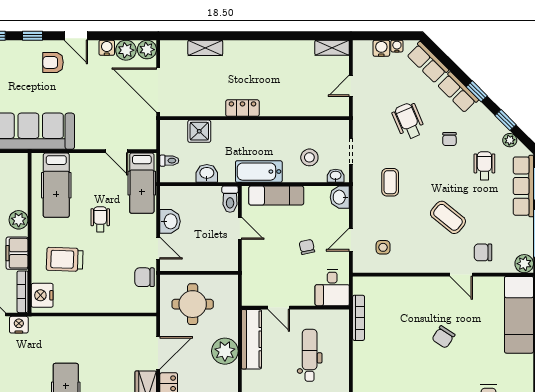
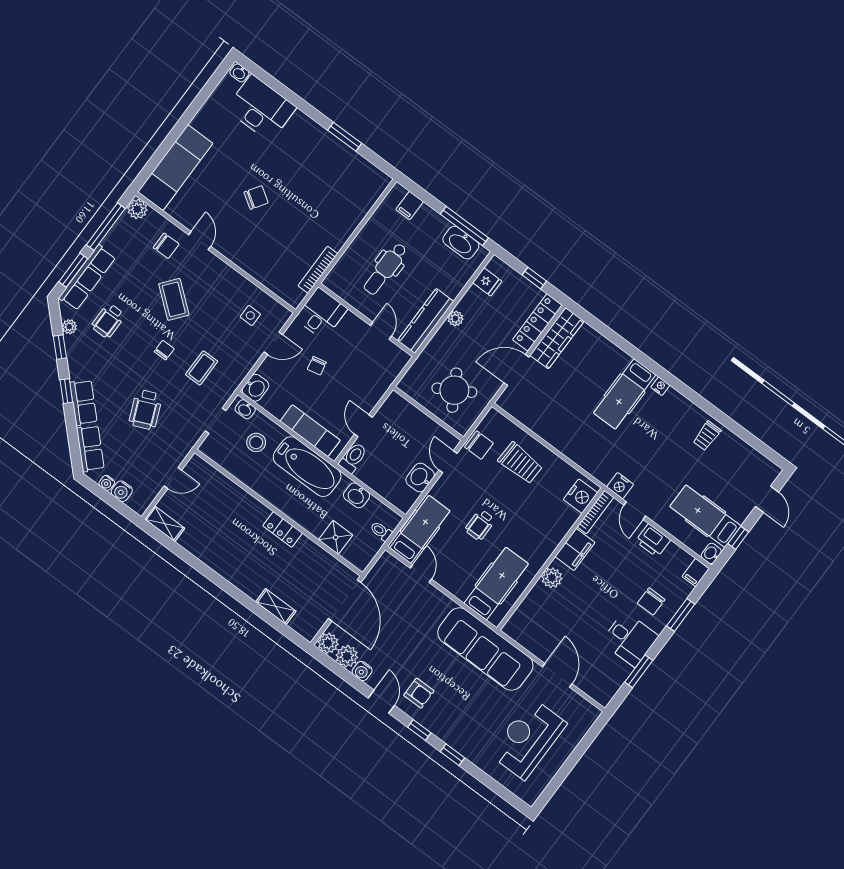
chair: (449, 139) -> (164, 350), moved
bathtub: (259, 172) -> (307, 467), width x1.36, depth x1.36
trolley: (65, 259) -> (520, 463), moved
round table: (193, 304) -> (454, 390), turned -30
plant: (225, 351) -> (455, 318), width x0.53, depth x0.53

